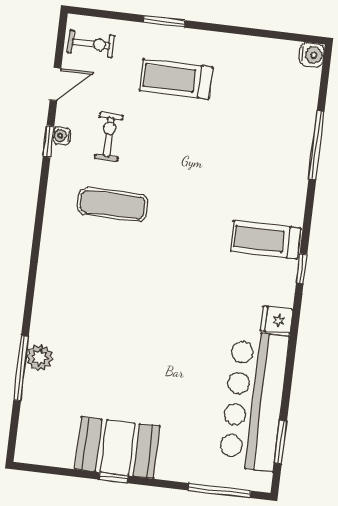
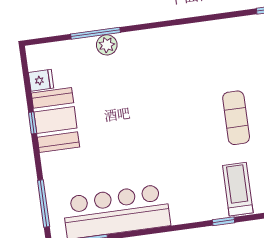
exercise mat: (113, 205) -> (236, 118), moved
fridge: (277, 320) -> (41, 80), moved, turned 90

